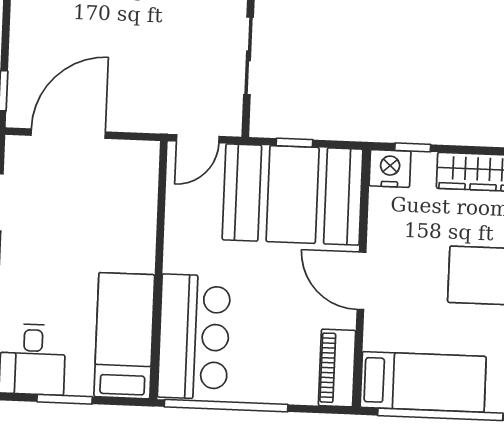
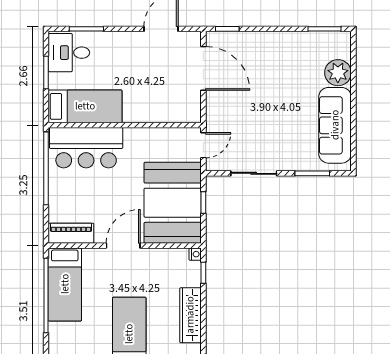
door: (198, 139) -> (203, 145), swing flipped
nightstand: (390, 168) -> (195, 254), width x0.53, depth x0.56

